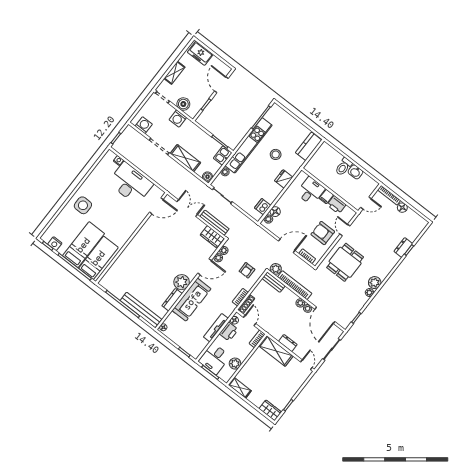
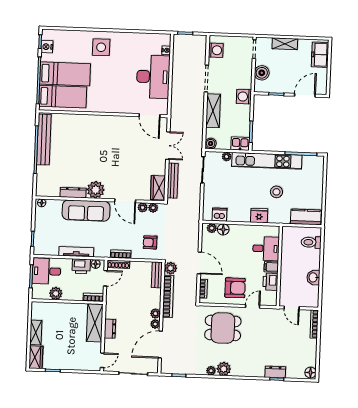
washing machine: (178, 119) -> (244, 97), moved
toilet: (344, 167) -> (311, 242), moved
floor lamp: (402, 208) -> (310, 373), moved
armchair: (323, 233) -> (235, 288), turned 90
bench: (141, 310) -> (44, 140), moved
shelving: (240, 388) -> (36, 332), moved

